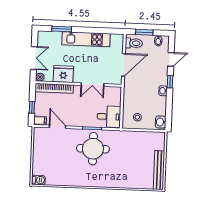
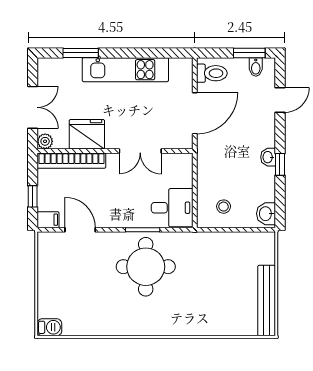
window: (144, 32) -> (249, 53), moved
window: (170, 82) -> (280, 164), moved

